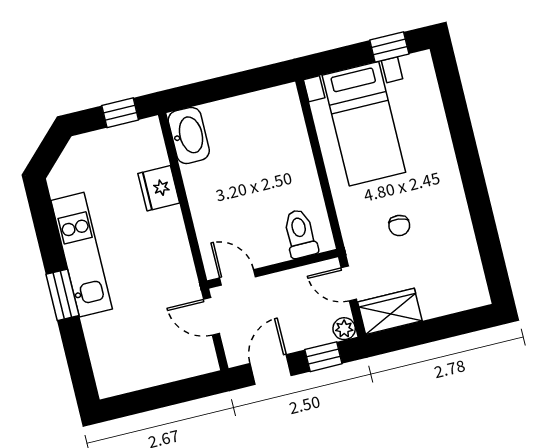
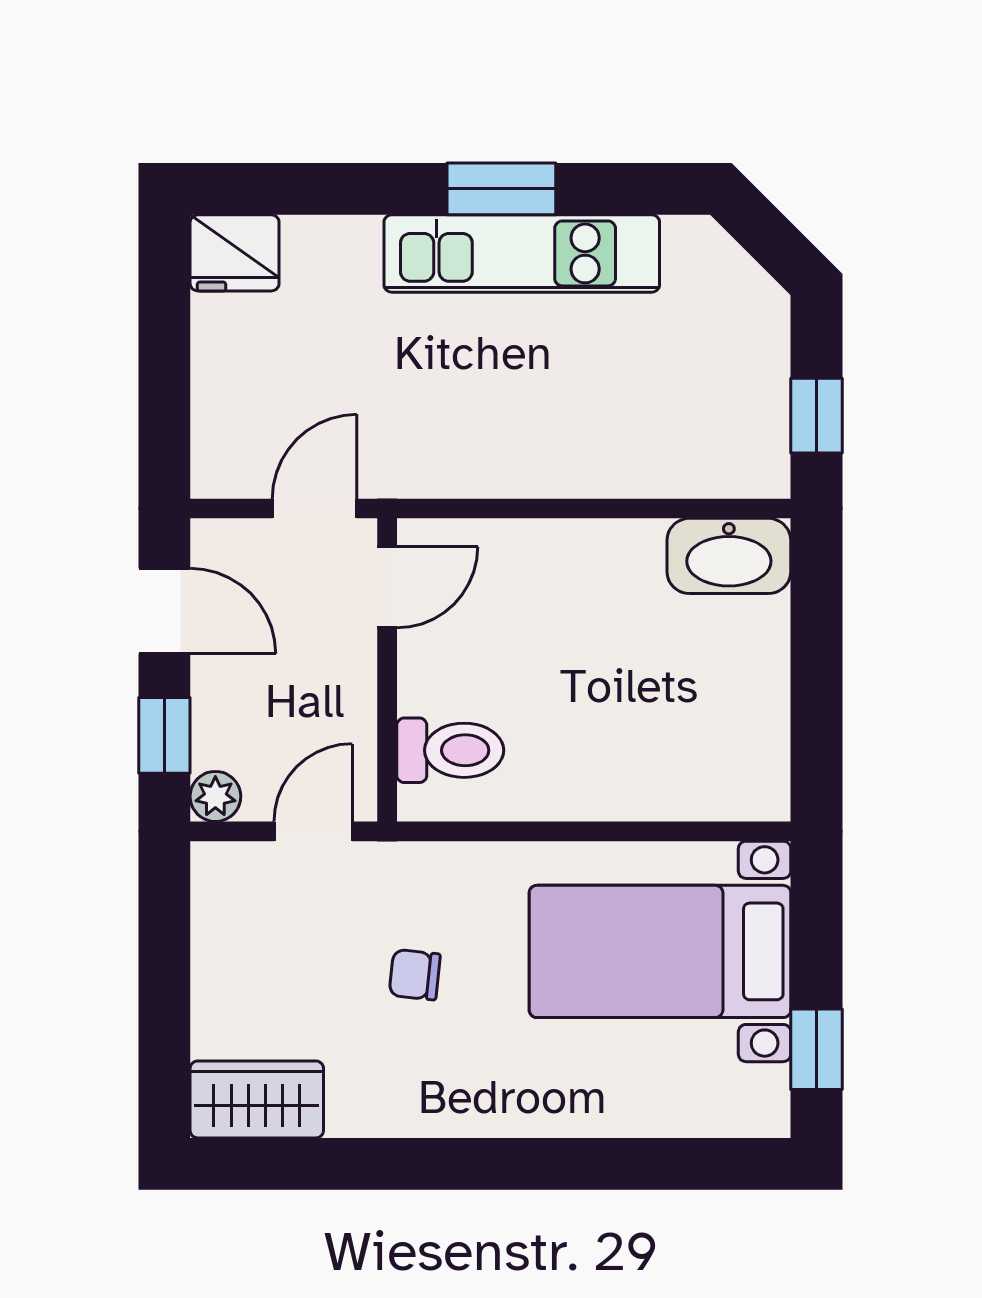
fridge: (159, 188) -> (235, 253), moved, turned 180
window: (62, 295) -> (501, 189), moved
wardrobe: (390, 311) -> (257, 1099), moved, turned -90

